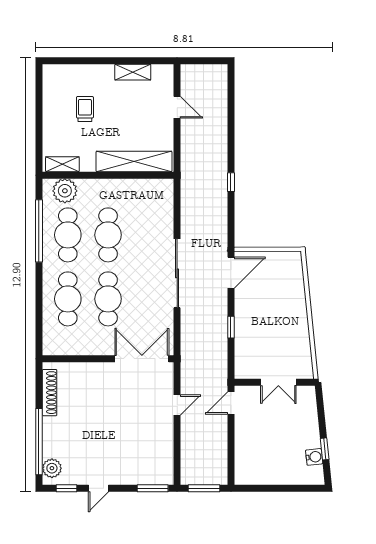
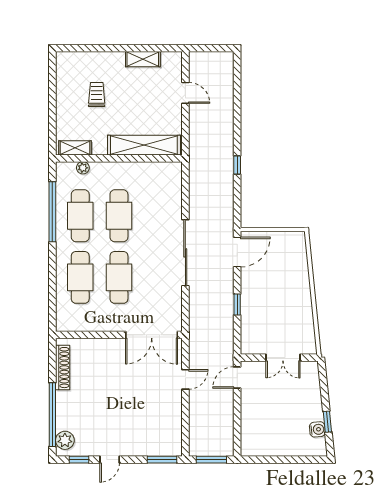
plant: (65, 191) -> (83, 168), width x0.53, depth x0.53
double door: (142, 359) -> (152, 335), swing flipped

